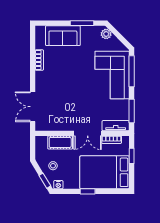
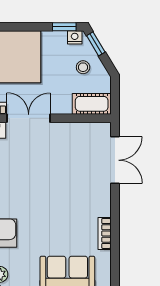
cot: (60, 142) -> (92, 104), moved
window: (88, 191) -> (64, 27), moved

